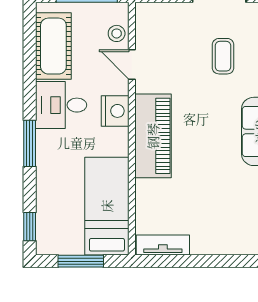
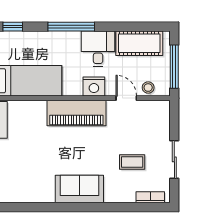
door: (132, 65) -> (126, 98), hinge flipped
window: (30, 143) -> (71, 27), width x1.44

